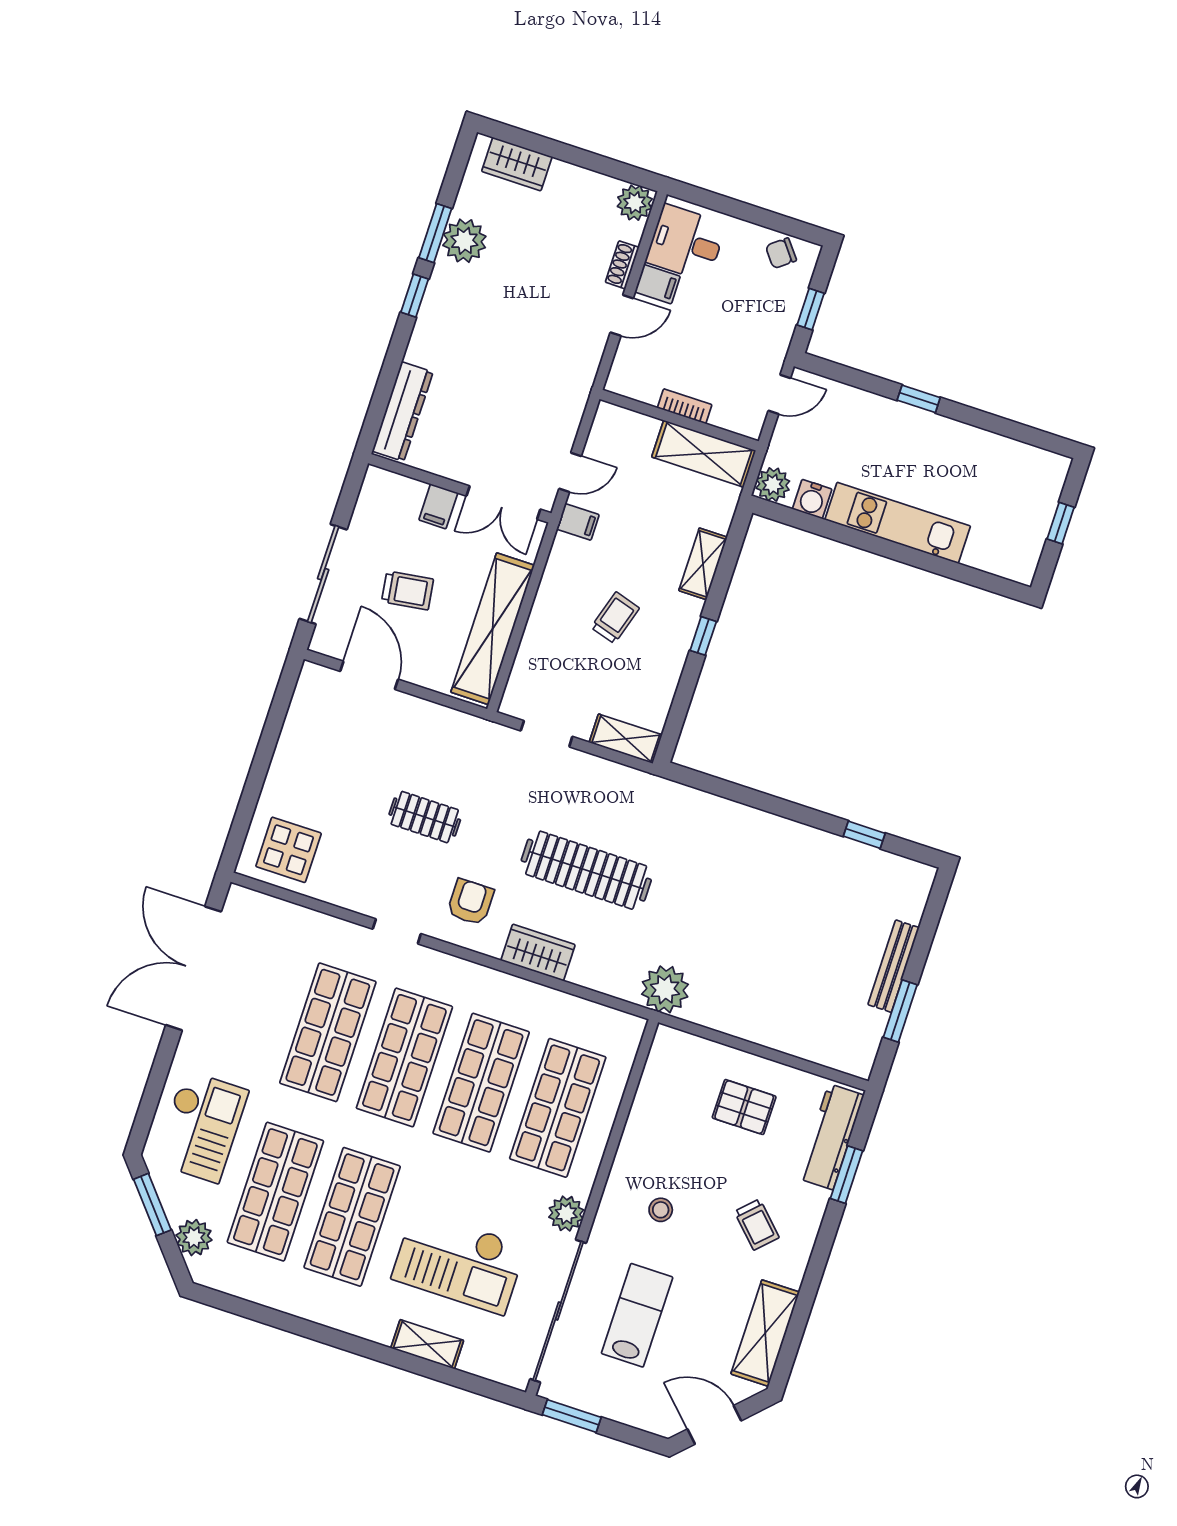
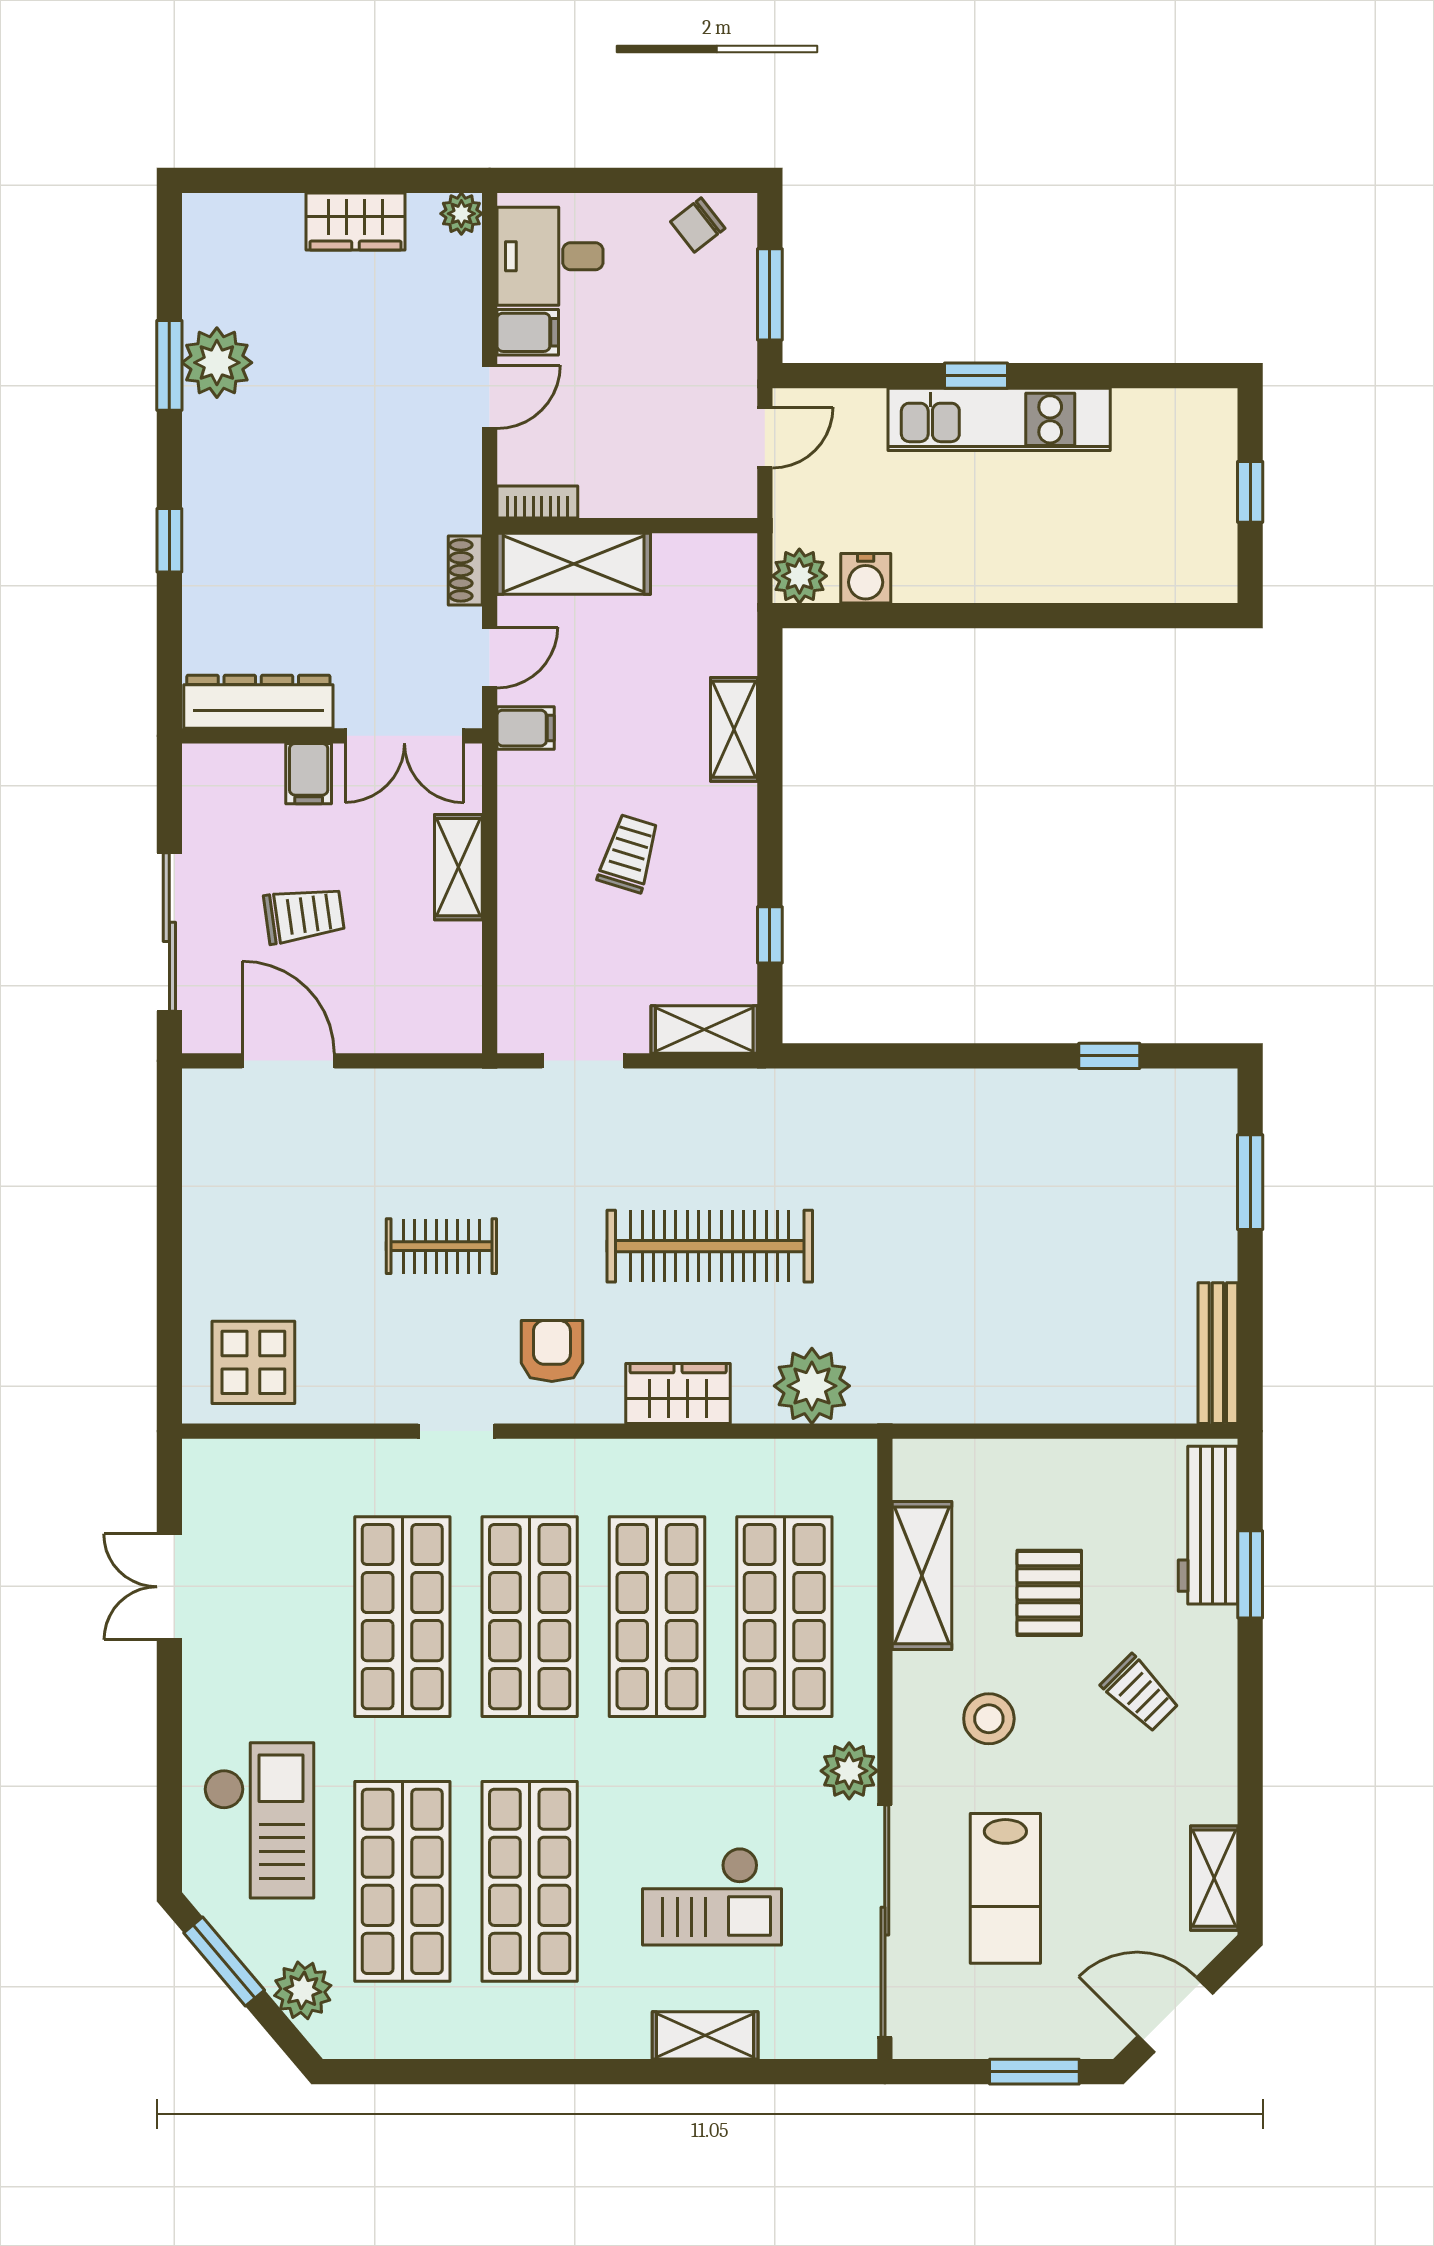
wardrobe: (517, 164) -> (355, 222), moved
plant: (635, 203) -> (461, 214), width x0.73, depth x0.73
shoe rack: (622, 265) -> (465, 570), moved
window: (415, 296) -> (169, 540), moved
window: (811, 309) -> (770, 294), width x1.50
bookcase: (685, 406) -> (537, 502), moved
dresser: (403, 412) -> (258, 702), moved, turned -90
shelving: (704, 454) -> (574, 564), moved
kitchen unit: (898, 523) -> (999, 419), moved, turned 180
shelving: (493, 629) -> (458, 867), width x0.45, depth x0.75
window: (703, 636) -> (770, 935), moved
bench: (894, 966) -> (1218, 1353), moved
double door: (194, 968) -> (169, 1587), width x0.54
plant: (665, 989) -> (812, 1386), moved
window: (900, 1011) -> (1250, 1182), moved
pallet: (744, 1107) -> (1049, 1593), moved, turned 90
shelving: (649, 1110) -> (922, 1575), added
stool: (661, 1210) -> (989, 1719), width x1.37, depth x1.37
checkout: (459, 1262) -> (712, 1897), width x0.73, depth x0.83
lab bench: (637, 1315) -> (1005, 1888), turned 180
shelving: (765, 1333) -> (1214, 1878), width x0.67, depth x0.75
window: (572, 1416) -> (1034, 2072), moved

